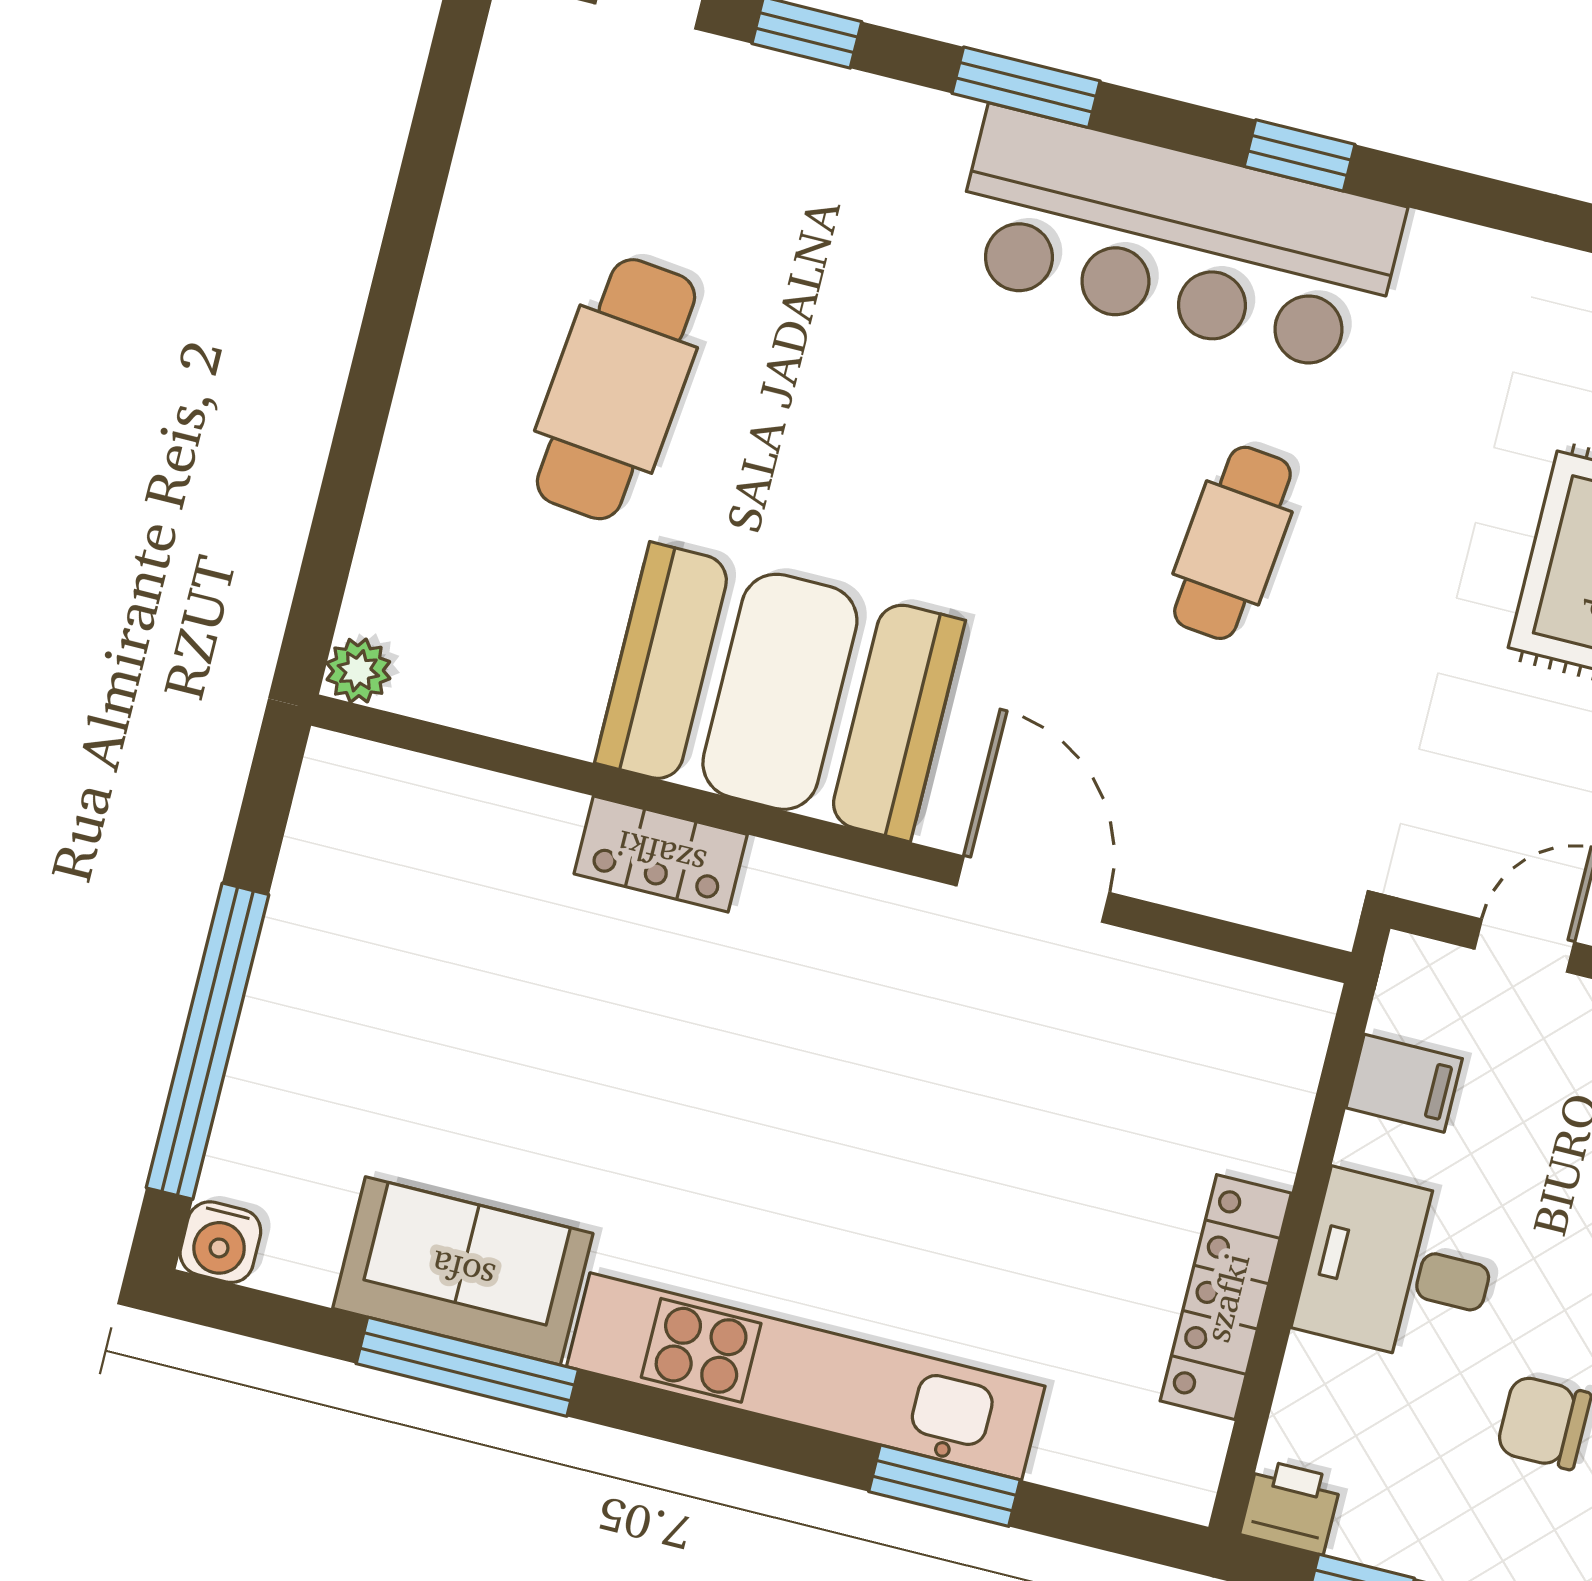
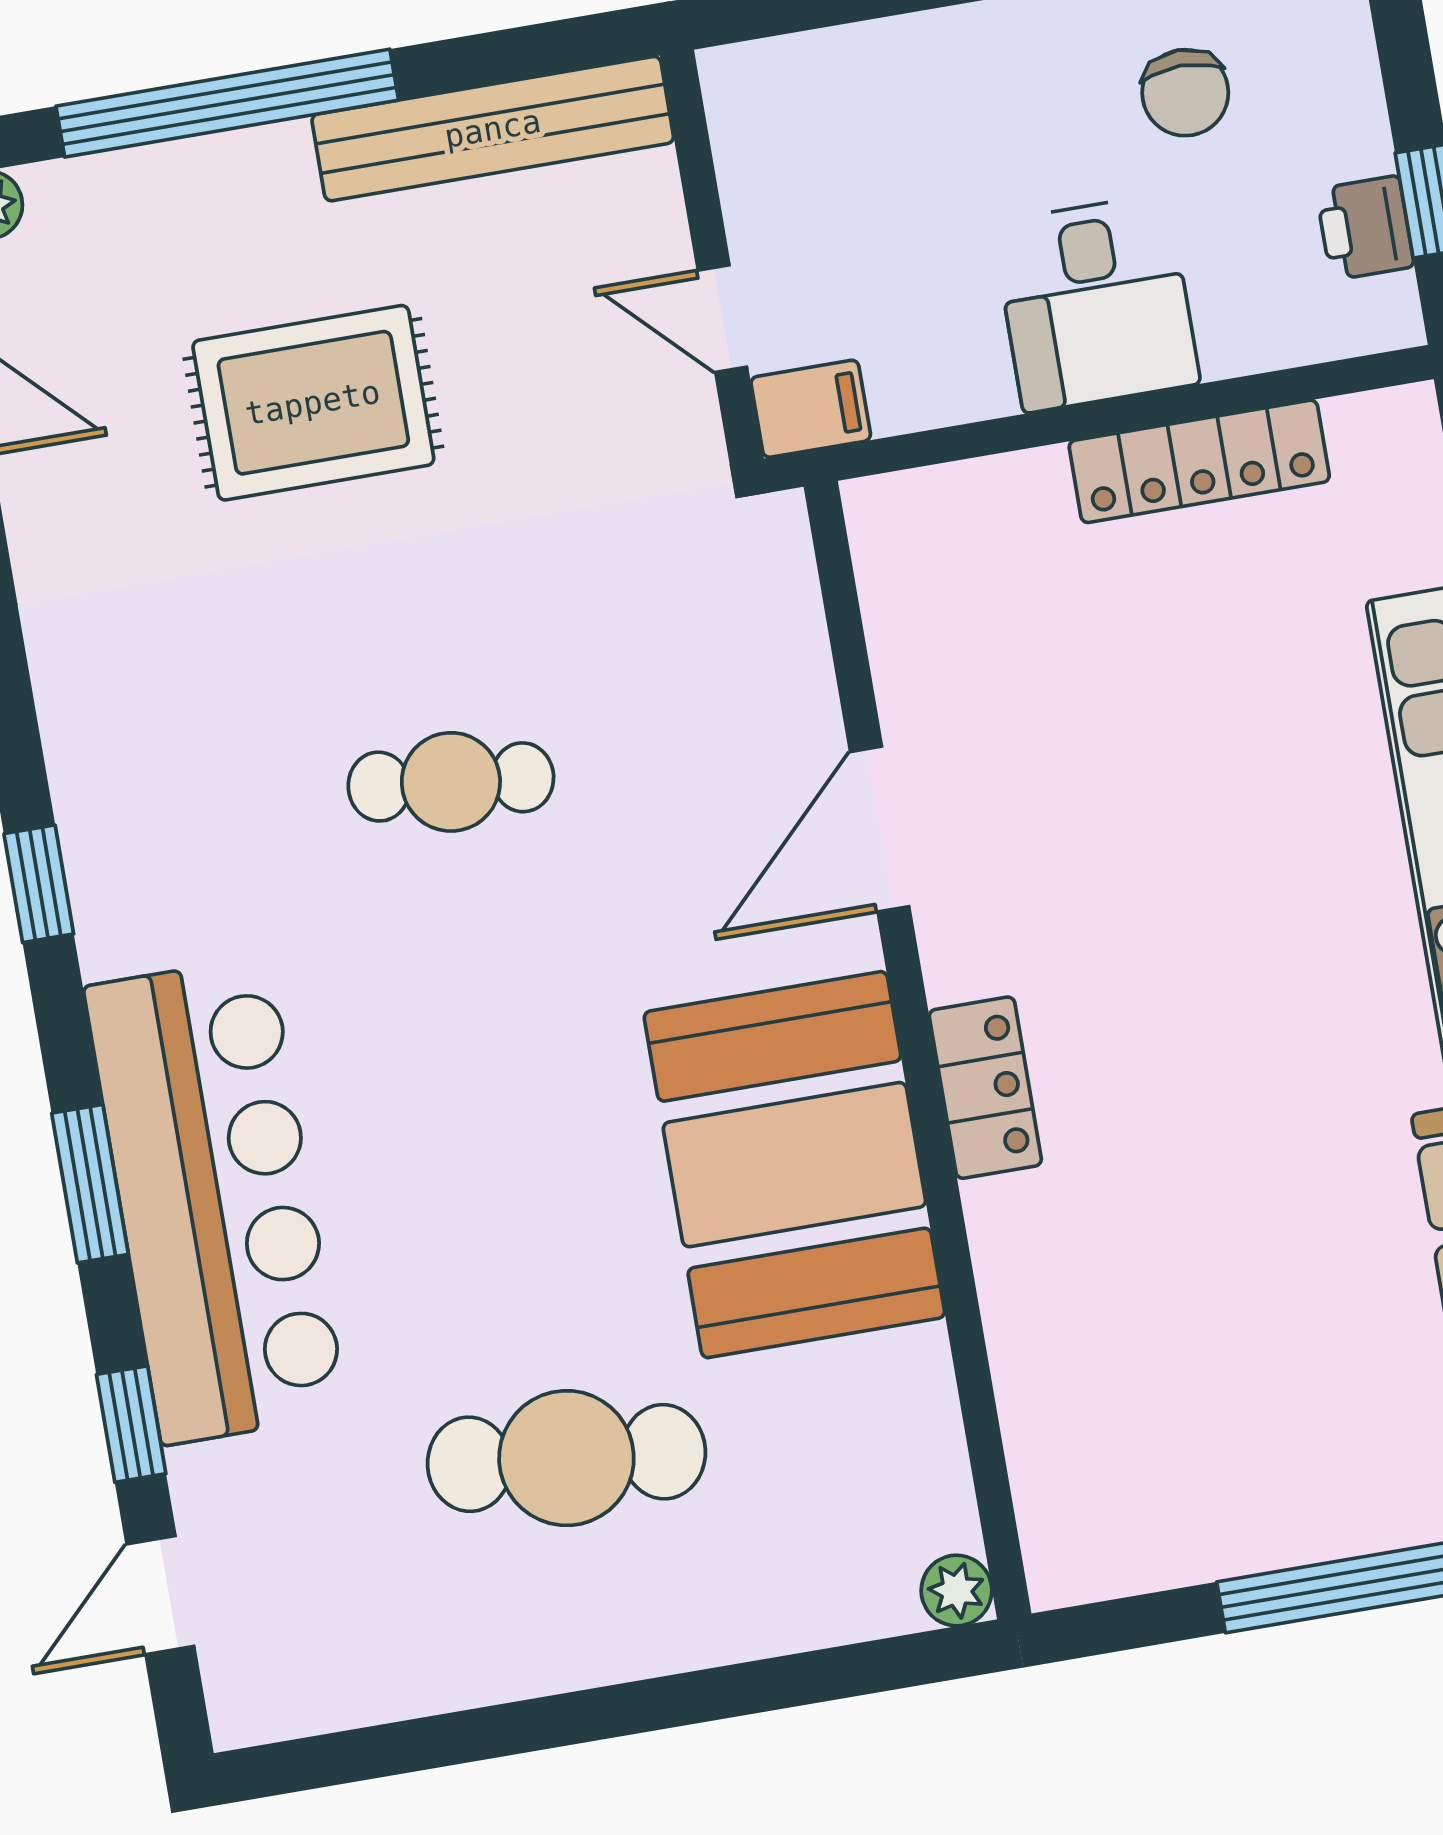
bar counter: (1177, 240) -> (216, 1201), moved
locker: (661, 854) -> (985, 1088), moved
filing cabinet: (1404, 1083) -> (811, 409), moved, turned 90
printer: (1291, 1507) -> (1365, 228), moved

